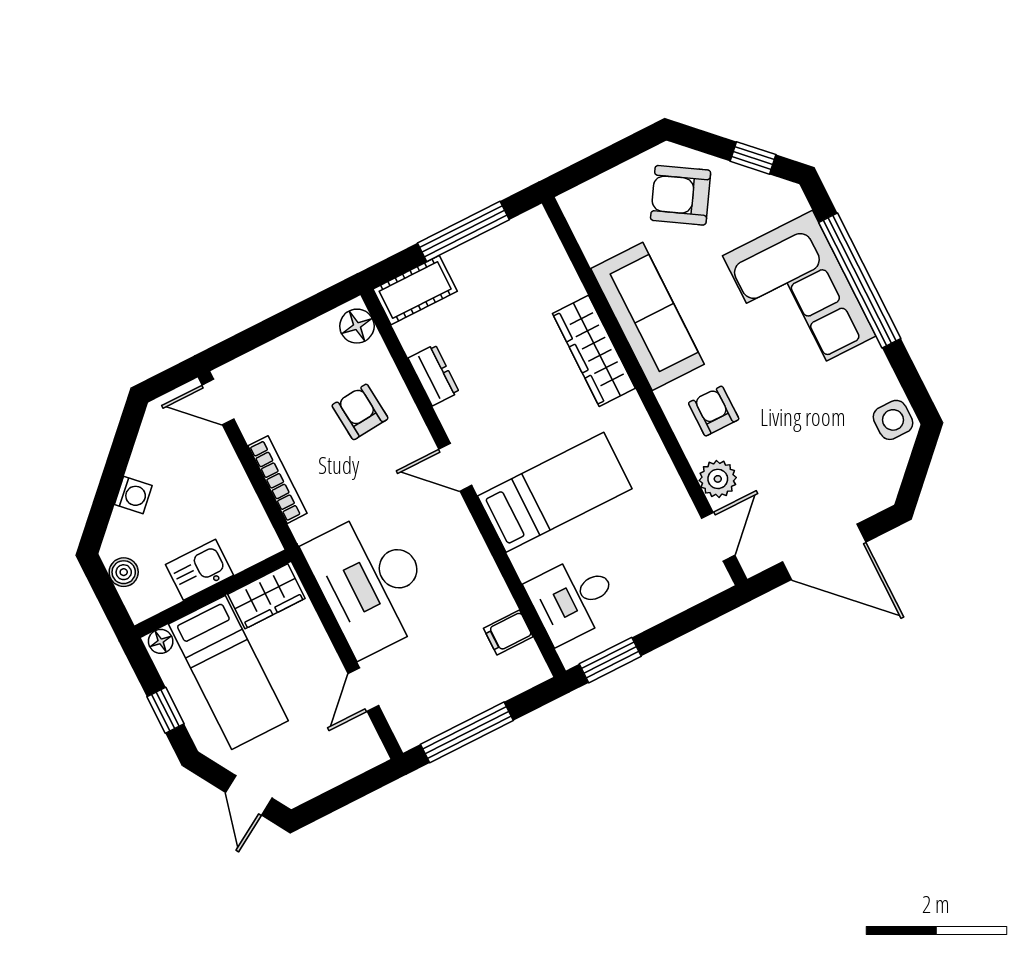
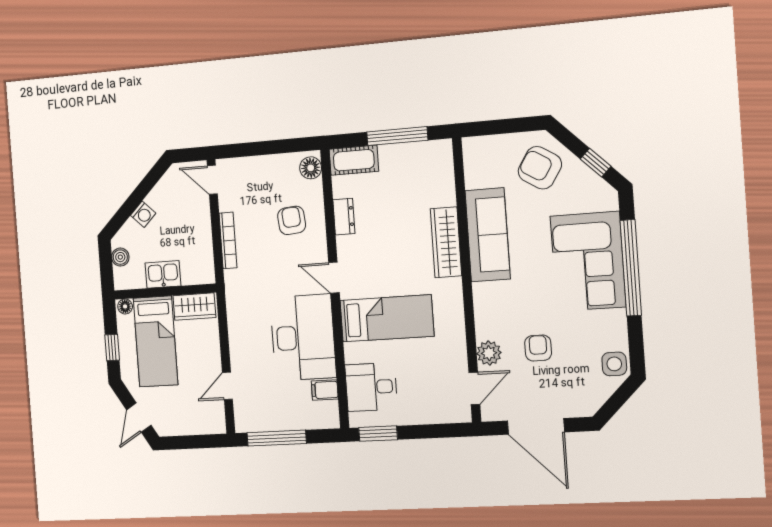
armchair: (714, 411) -> (538, 348), moved
desk: (371, 582) -> (303, 337), moved, turned 180

